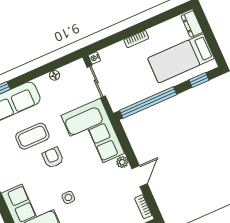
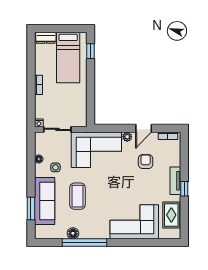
window: (148, 102) -> (91, 97), removed
armchair: (53, 158) -> (146, 162), moved, turned 90
door: (140, 176) -> (144, 128), swing flipped
side table: (68, 197) -> (55, 167), moved

